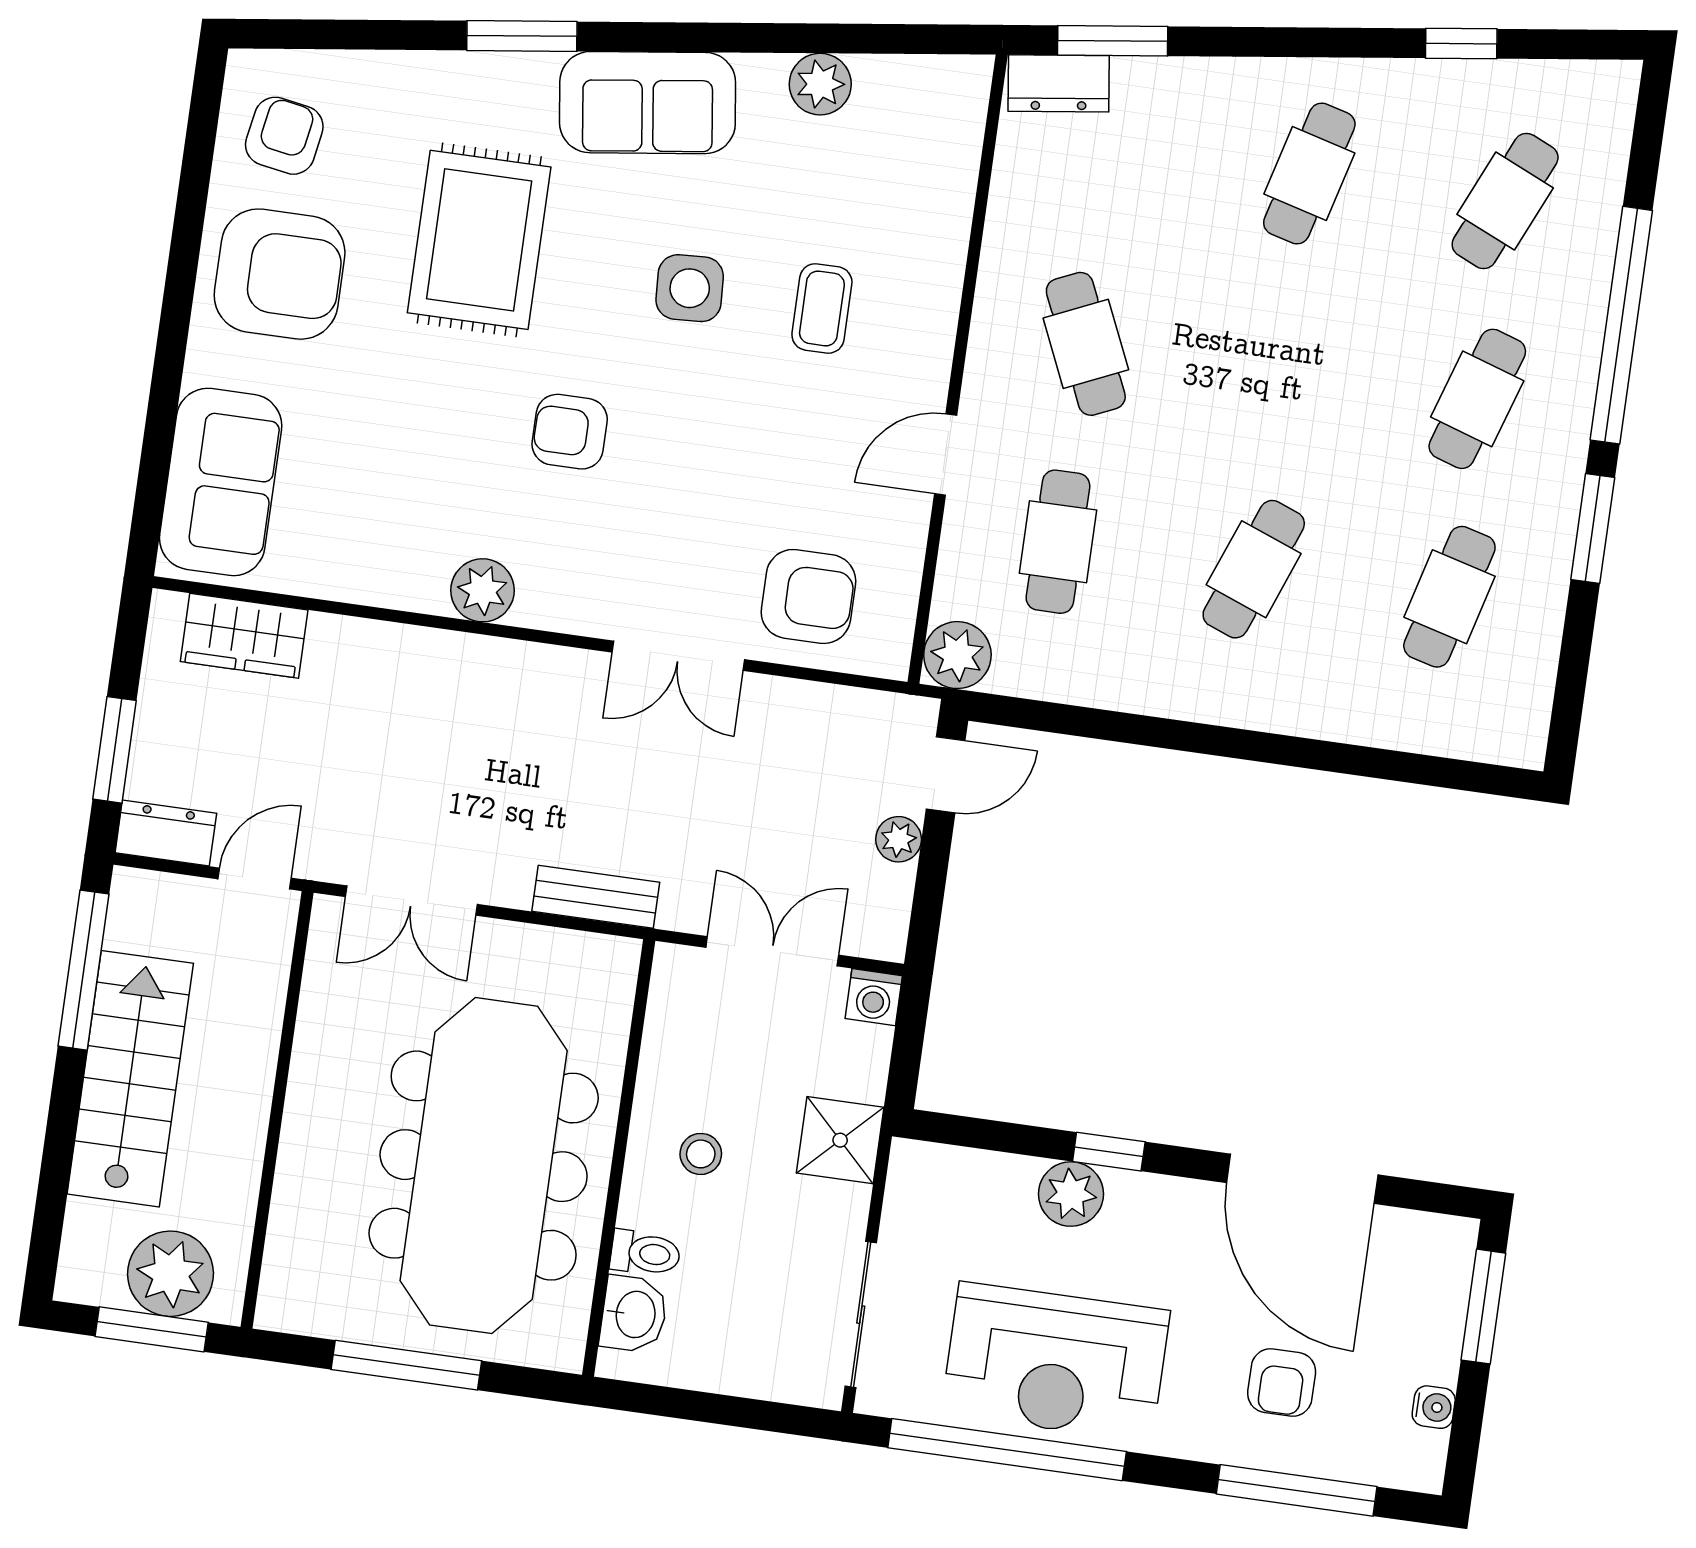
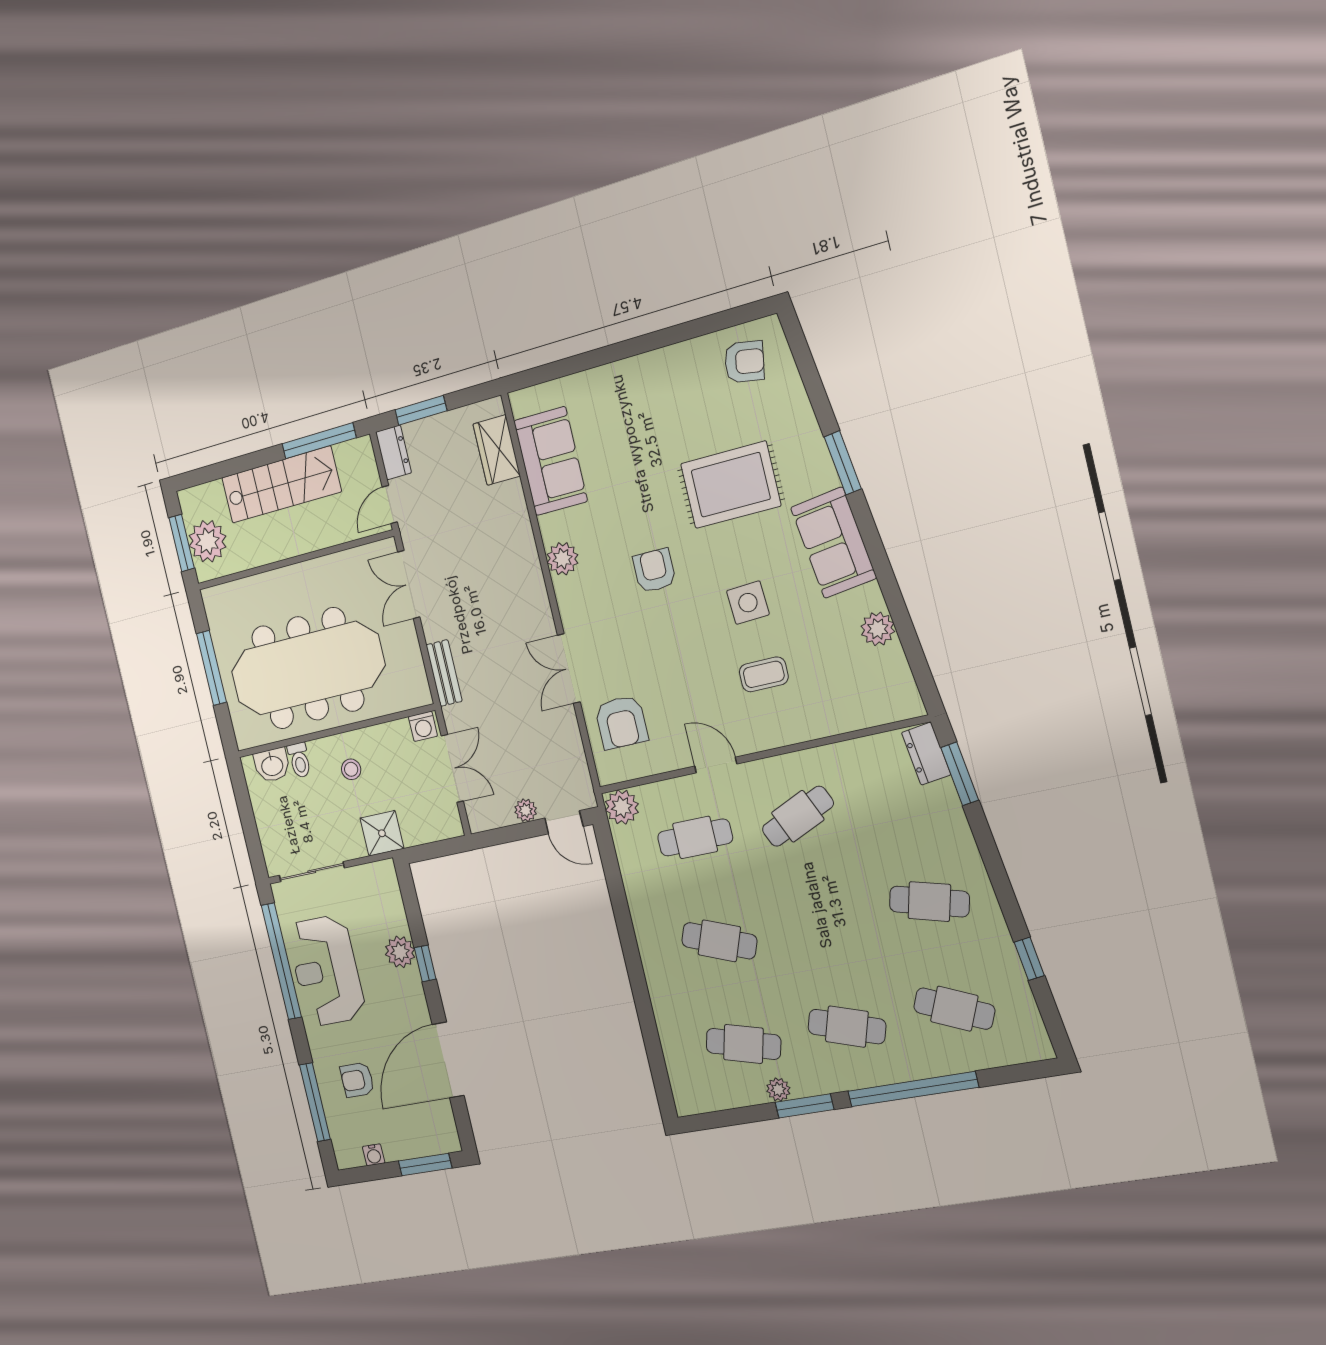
armchair: (280, 274) -> (675, 390), removed
sofa: (221, 482) -> (551, 461), moved, turned -90
plant: (1550, 565) -> (778, 1090), added
door: (255, 878) -> (390, 505), swing flipped
washing machine: (874, 997) -> (423, 726), moved, turned -90

